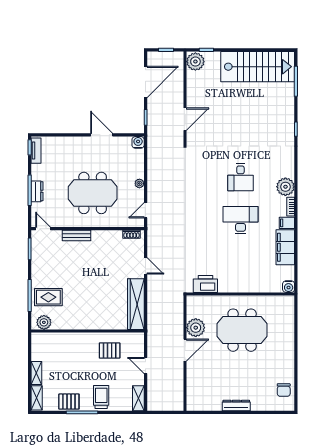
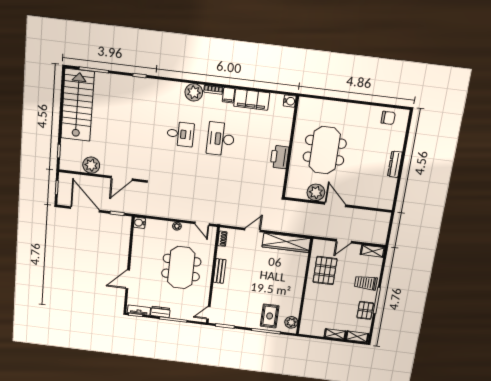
plant: (195, 62) -> (91, 165), moved
door: (185, 119) -> (122, 178), swing flipped
door: (102, 135) -> (128, 279), moved
dresser: (37, 191) -> (160, 312), moved
bench: (77, 236) -> (220, 271), moved
printer: (205, 284) -> (279, 157), moved
pallet: (110, 350) -> (325, 271), width x1.50, depth x1.42

